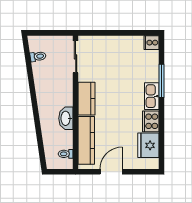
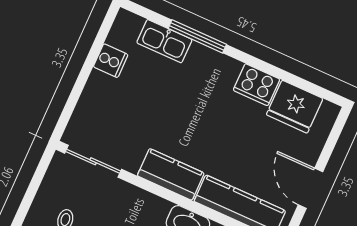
cooker: (151, 43) -> (111, 61), moved, turned -90
kitchen sink: (152, 96) -> (164, 41), moved

